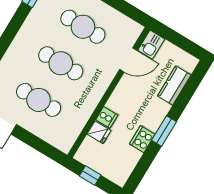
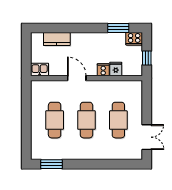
door: (128, 60) -> (77, 78), moved
window: (164, 131) -> (118, 28), moved
cooker: (142, 139) -> (134, 39), moved

